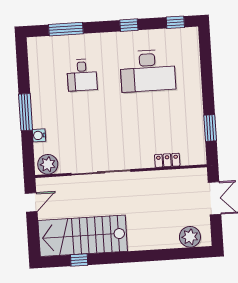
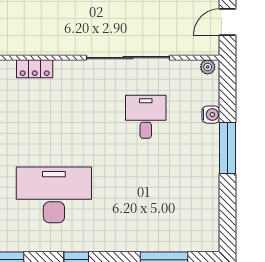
desk: (82, 75) -> (146, 117), moved
plant: (48, 164) -> (208, 67), width x0.53, depth x0.53

